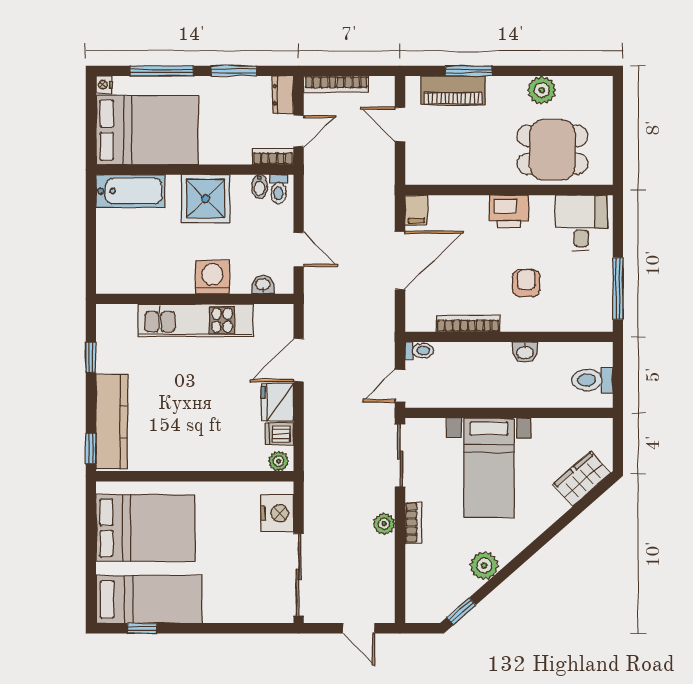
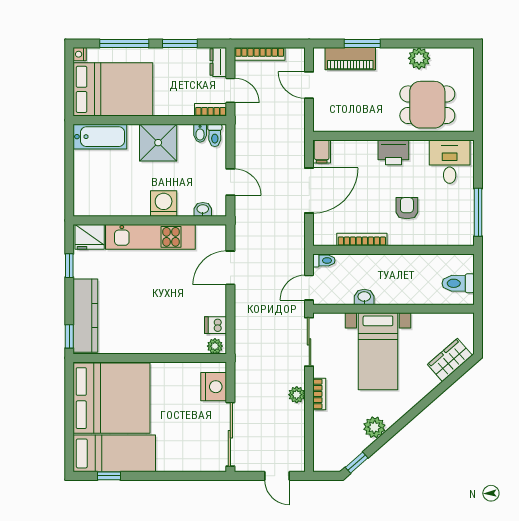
door: (299, 131) -> (230, 90), hinge flipped
washbasin: (525, 352) -> (364, 297), moved, turned 180
fridge: (277, 402) -> (90, 237), moved, turned -90
bed: (145, 528) -> (112, 398), width x1.36

